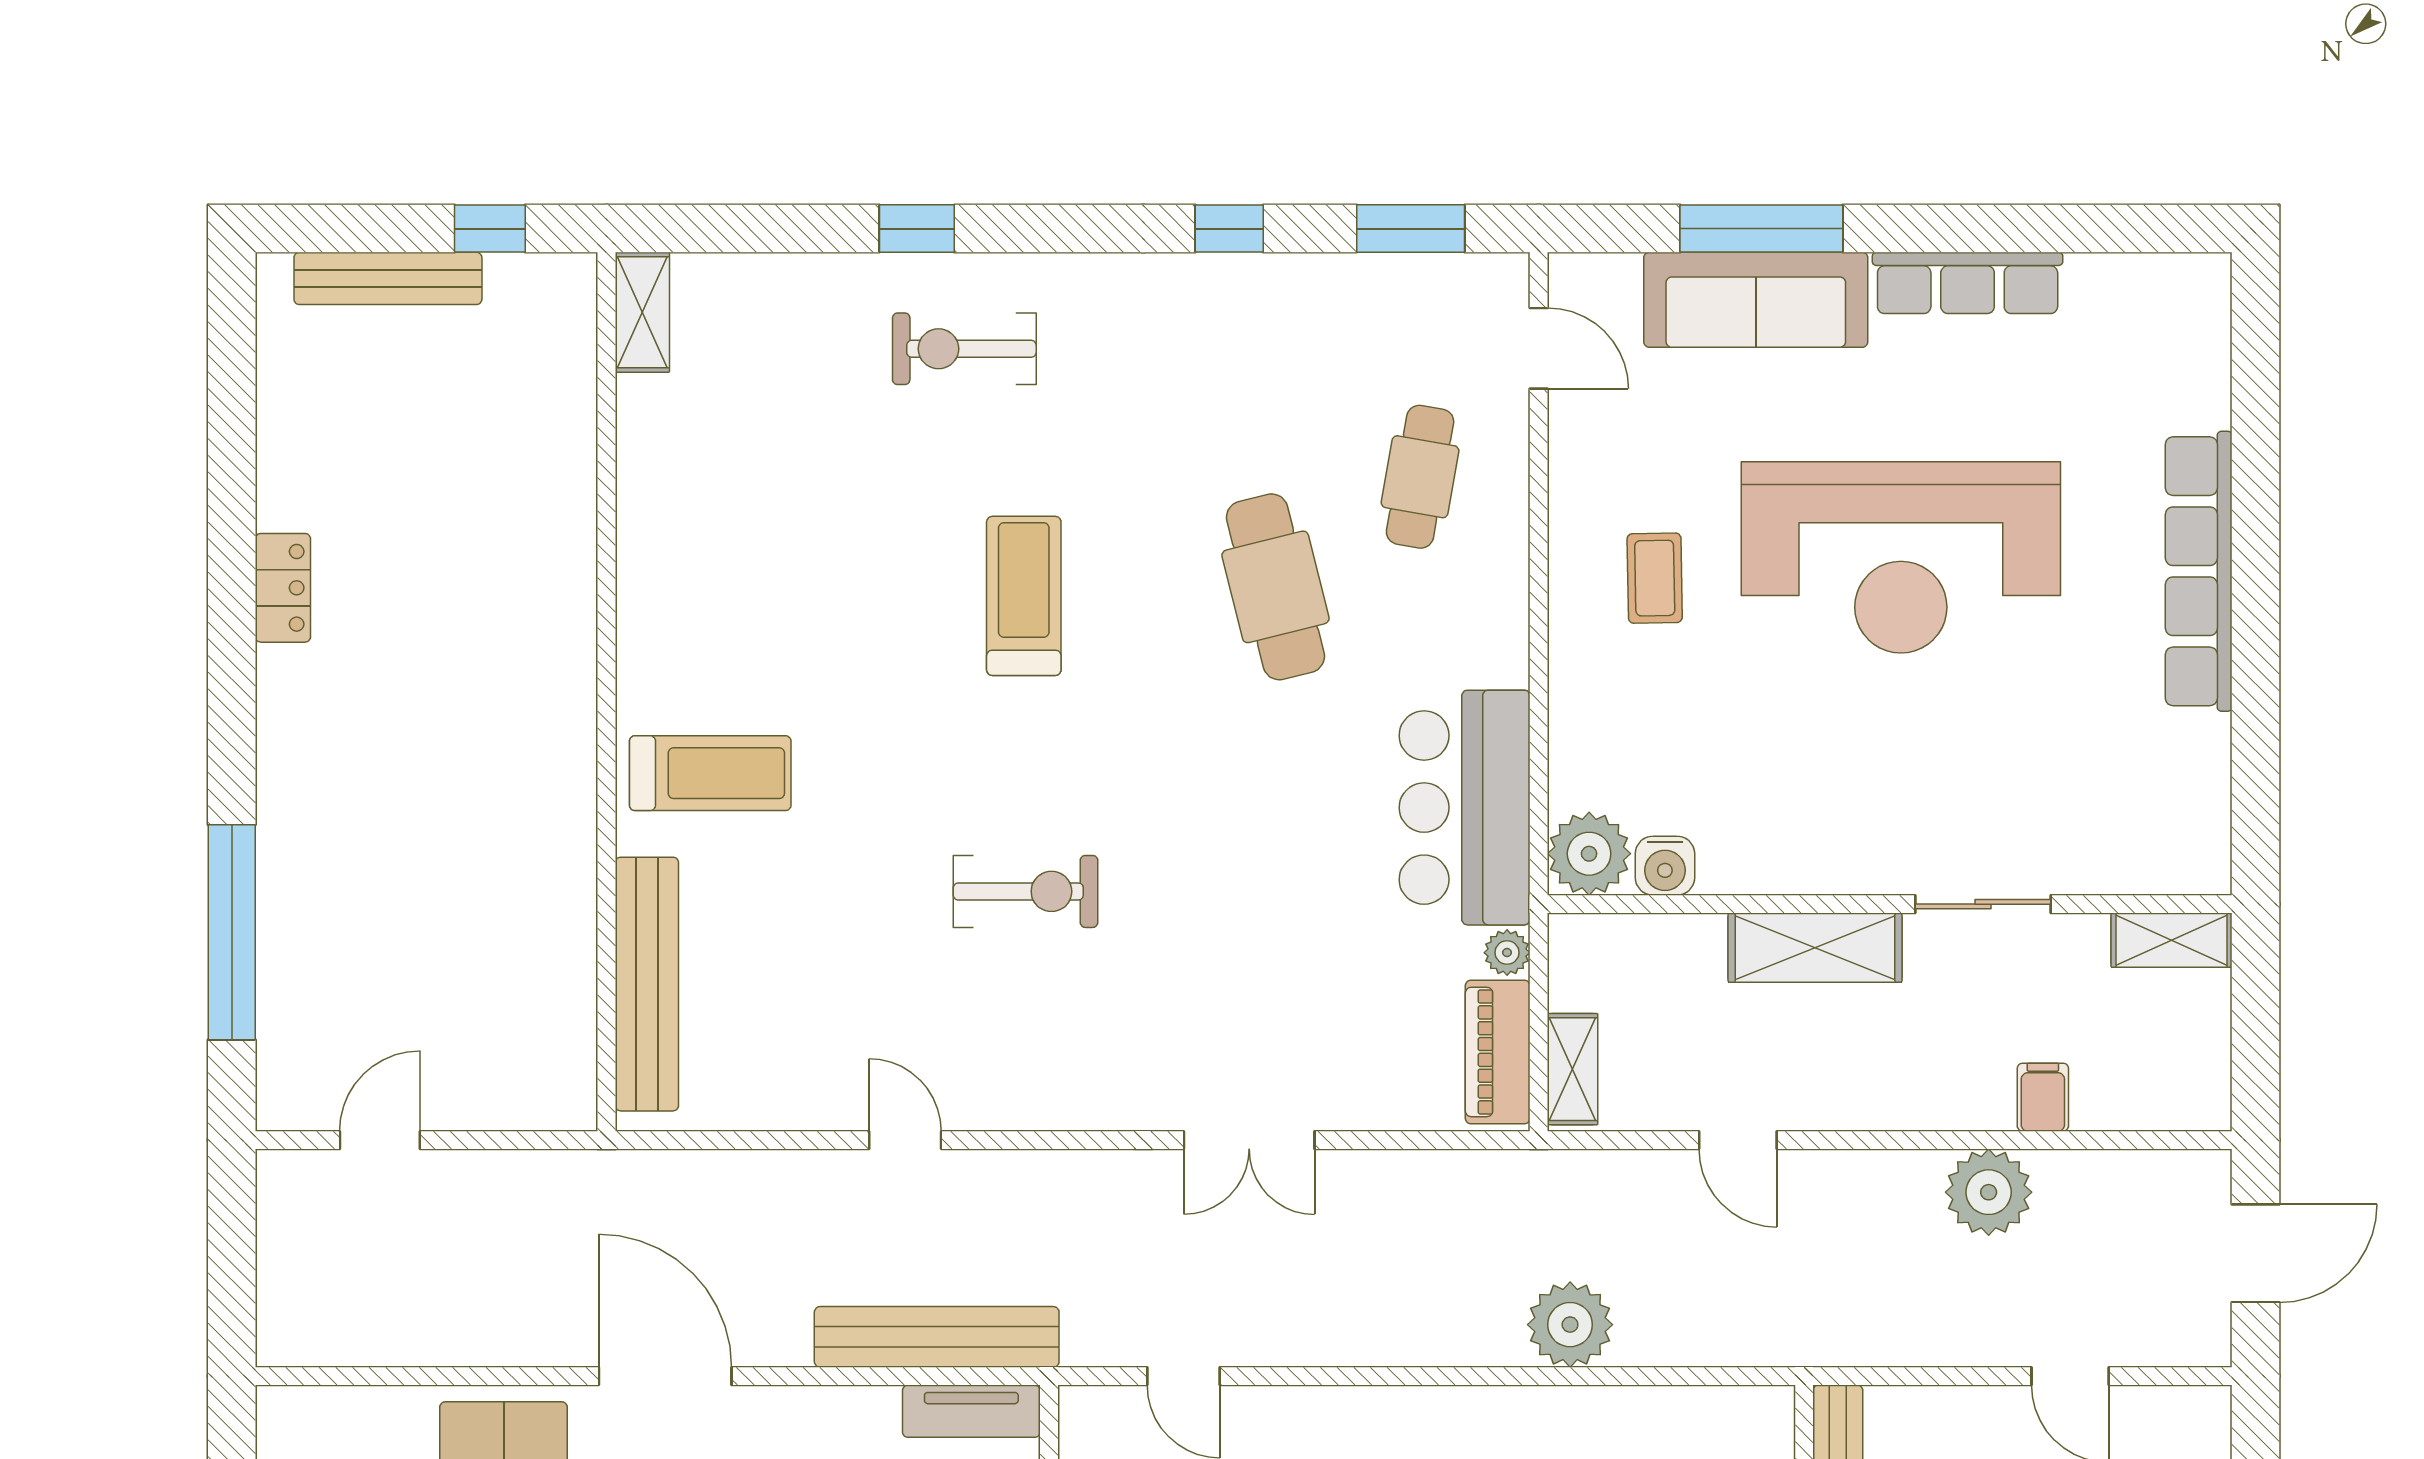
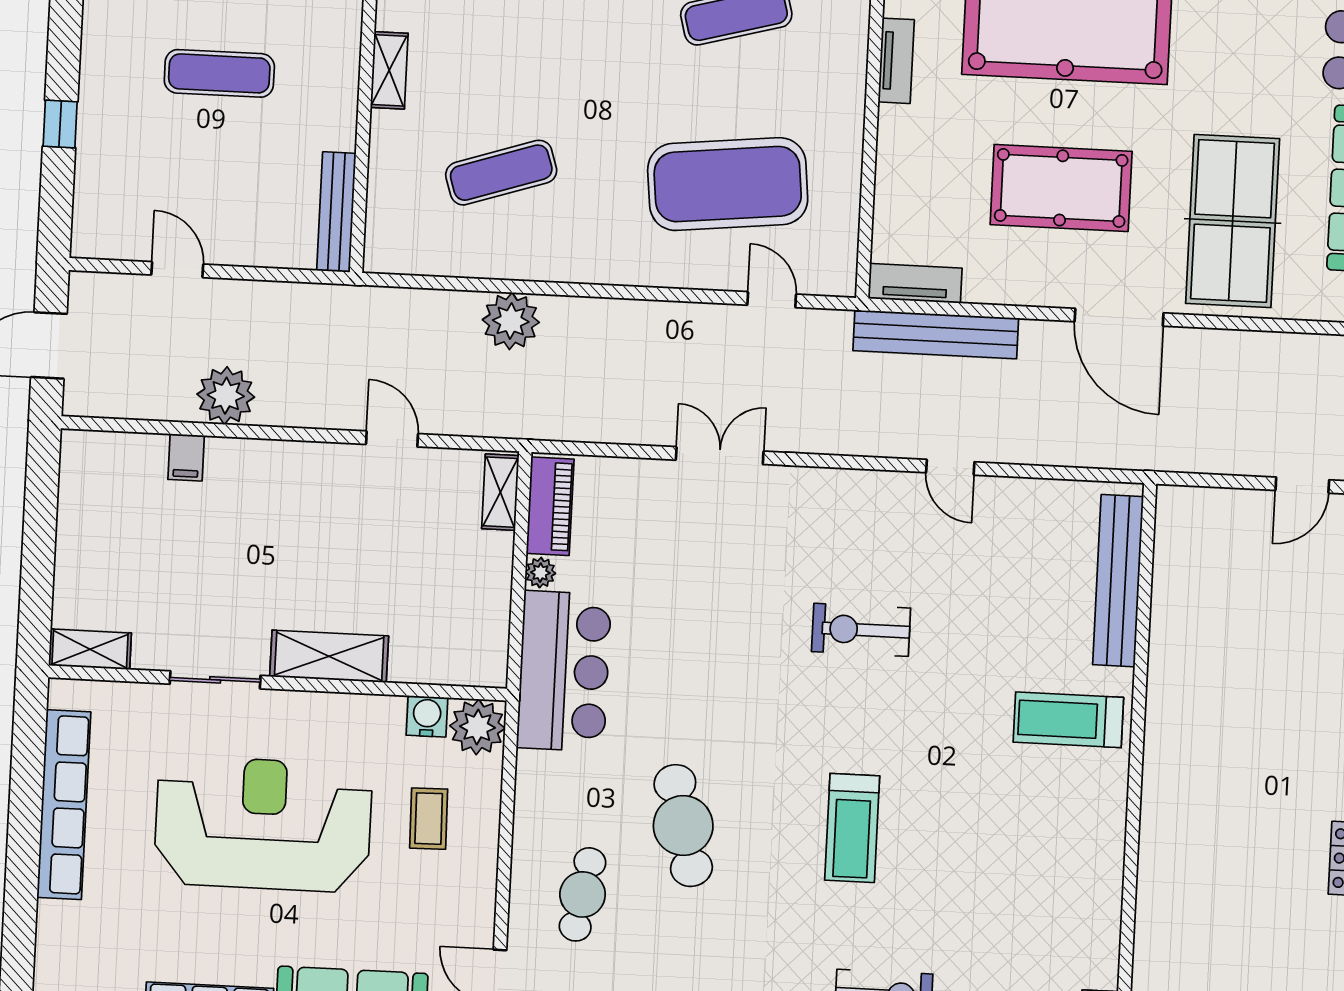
plant: (1589, 854) -> (477, 727), moved
water cooler: (1665, 866) -> (427, 716), moved
wall: (1890, 904) -> (278, 683), moved
sliding door: (1983, 904) -> (215, 680), moved
shelving: (2171, 940) -> (90, 649), moved
shelving: (1815, 948) -> (329, 656), moved

